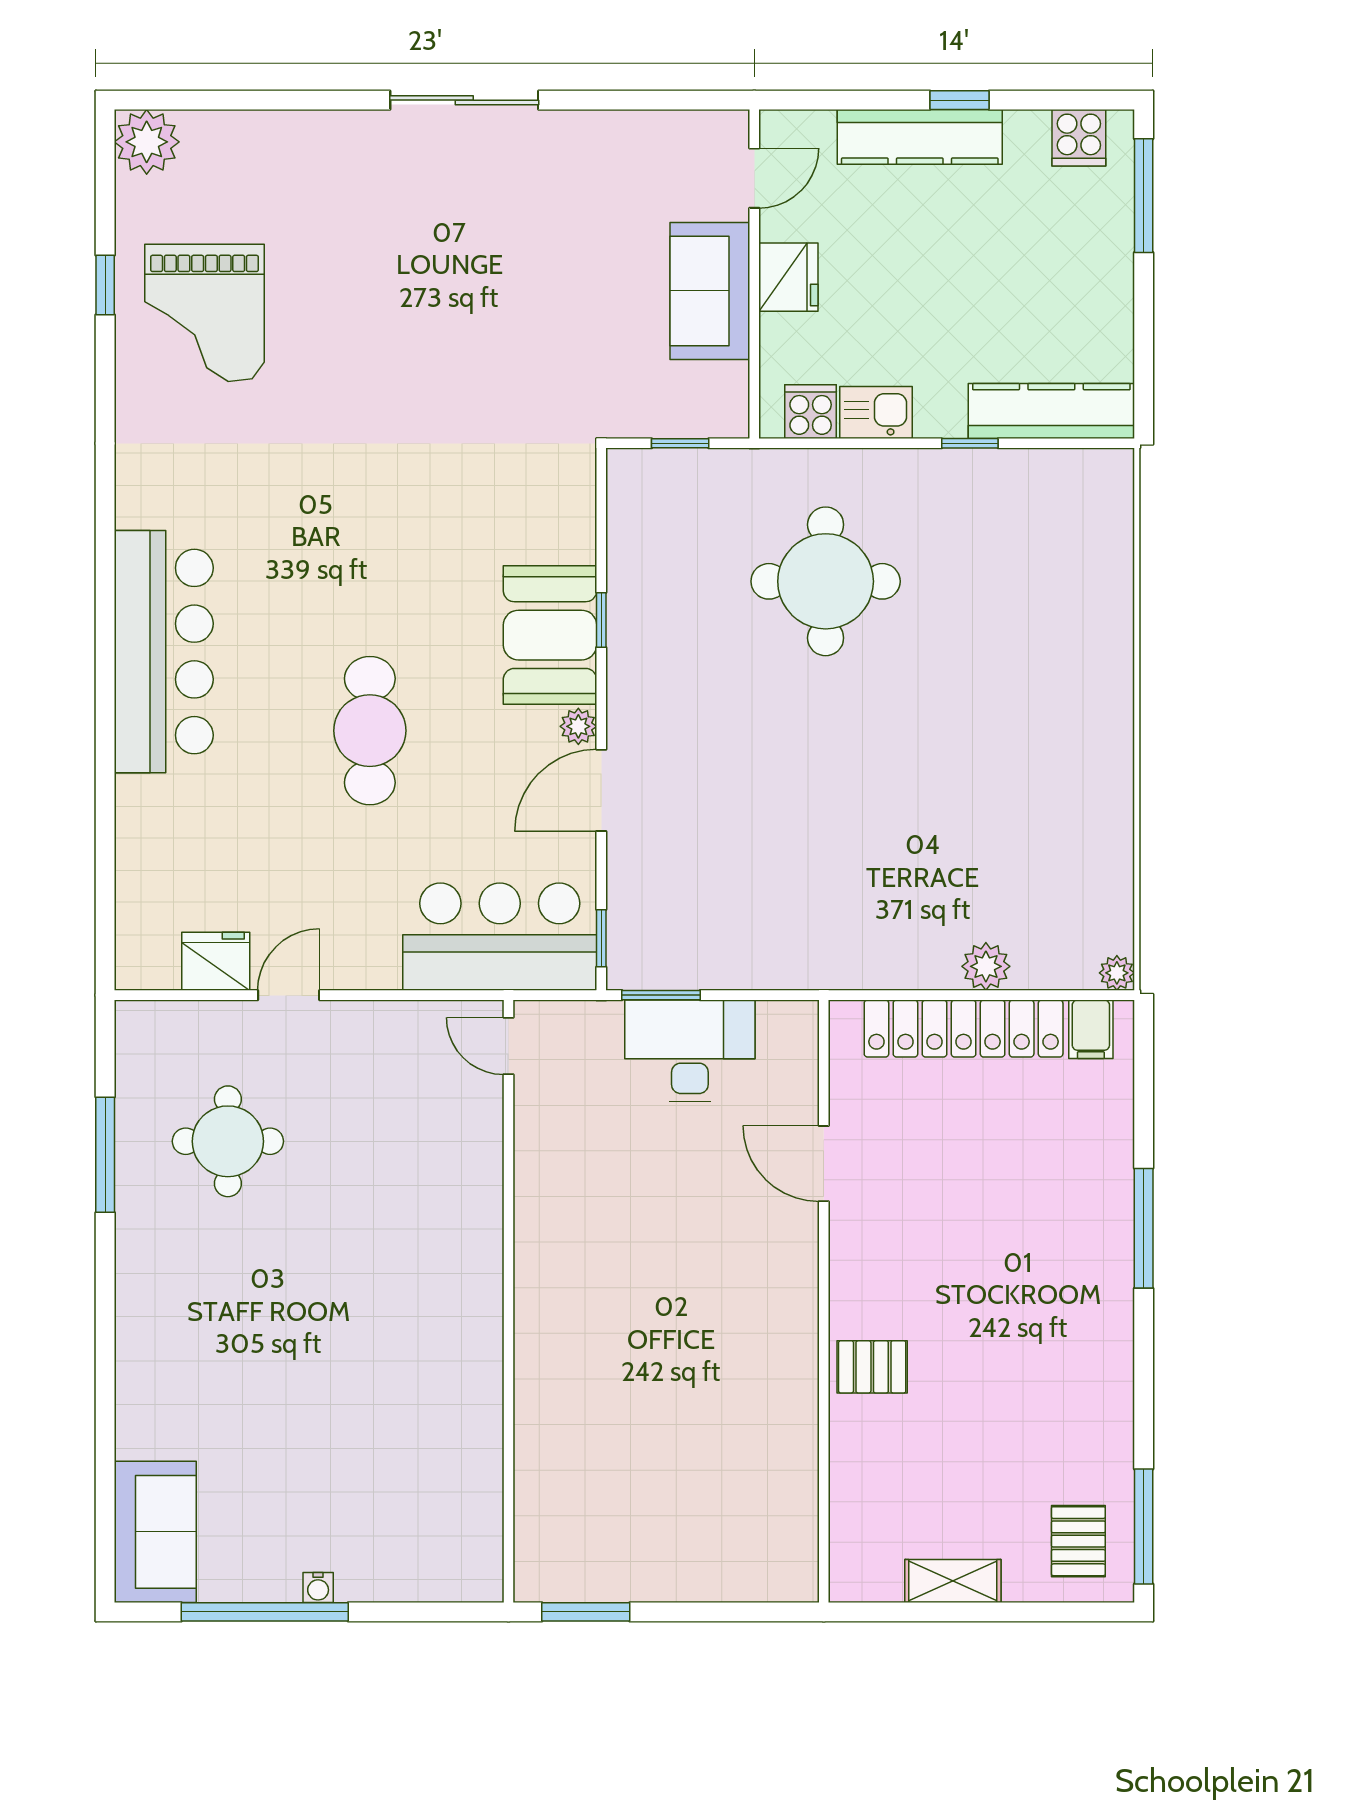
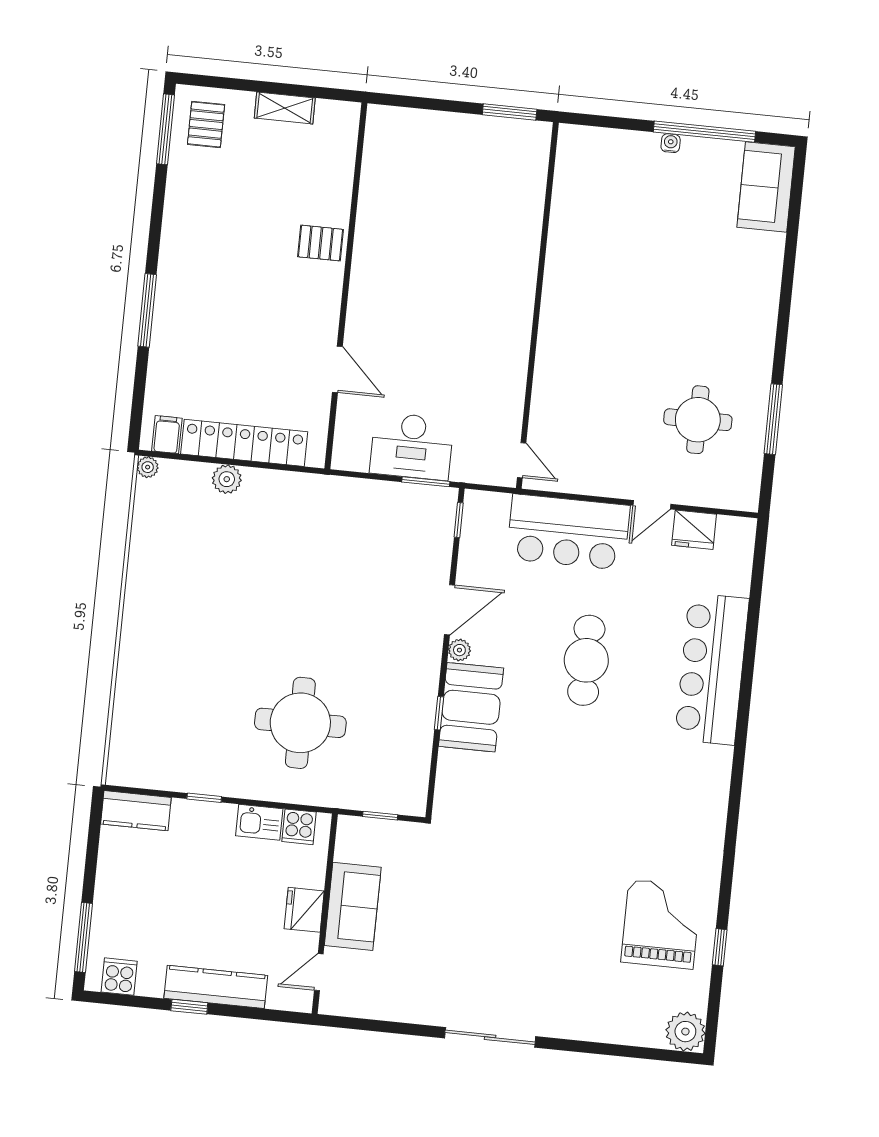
kitchen counter: (1051, 411) -> (136, 811), width x0.67
bar counter: (164, 652) -> (712, 669), moved
bar counter: (500, 937) -> (568, 532), moved

